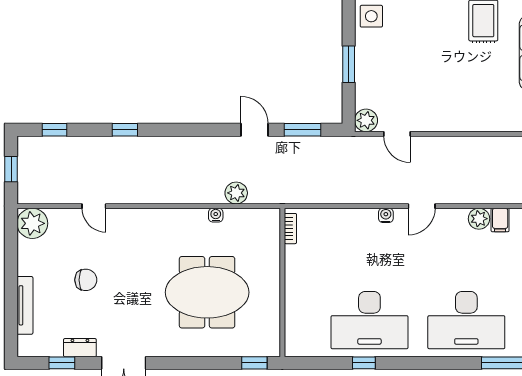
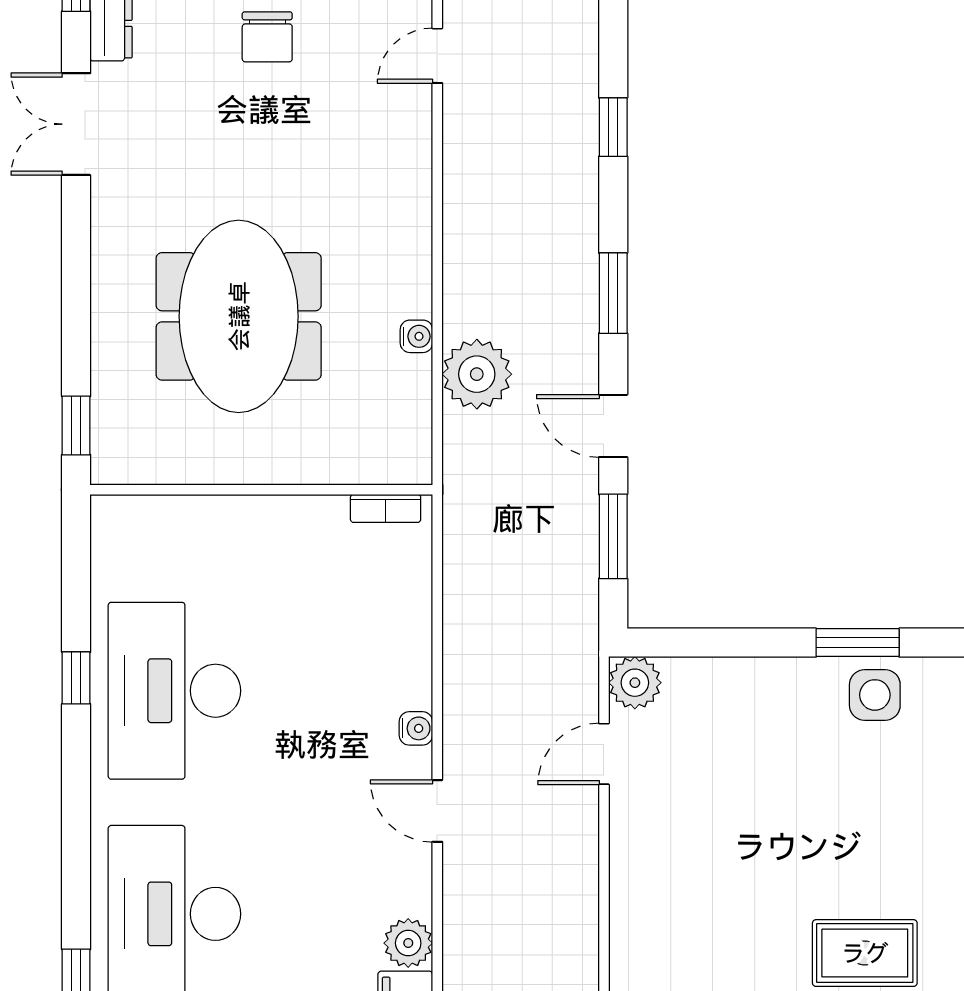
window: (349, 64) -> (858, 643), moved
window: (197, 130) -> (613, 293), added
door: (255, 130) -> (613, 426), swing flipped
plant: (236, 193) -> (477, 374), width x1.36, depth x1.36

